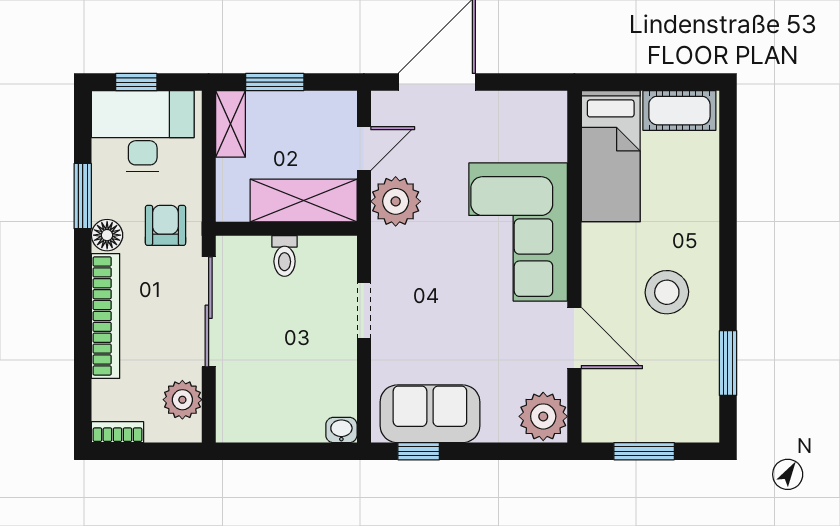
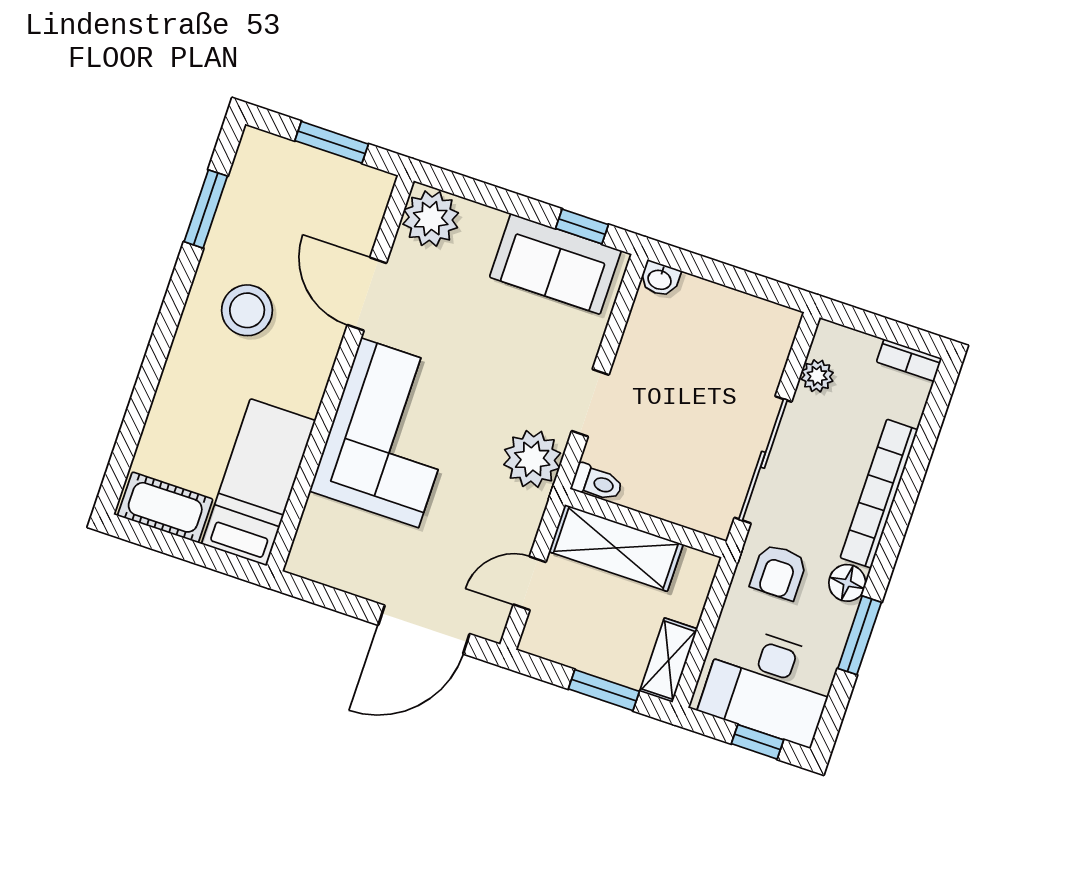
plant: (396, 201) -> (532, 459), moved
toilet: (285, 256) -> (597, 483), moved, turned 90
plant: (182, 400) -> (817, 376), width x0.73, depth x0.73

